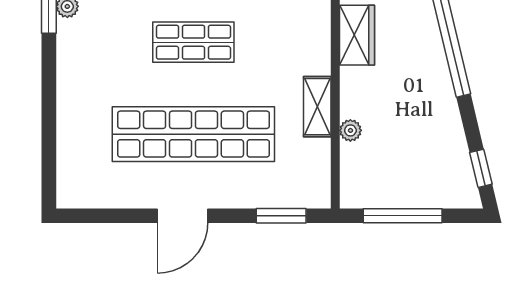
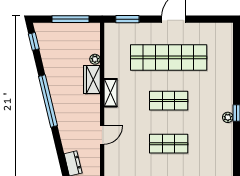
wardrobe: (357, 35) -> (92, 79), moved
shelving: (317, 107) -> (111, 93), moved

